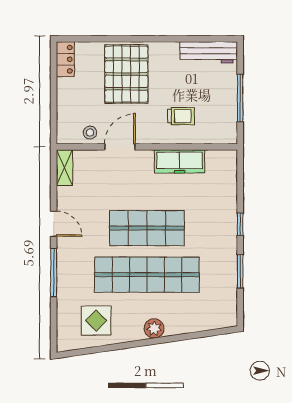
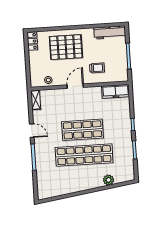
pallet: (126, 74) -> (66, 47), turned 90
door: (120, 147) -> (75, 86), moved
freezer: (180, 161) -> (116, 91), moved
display table: (96, 321) -> (58, 182), removed
plant: (154, 328) -> (109, 180), moved

